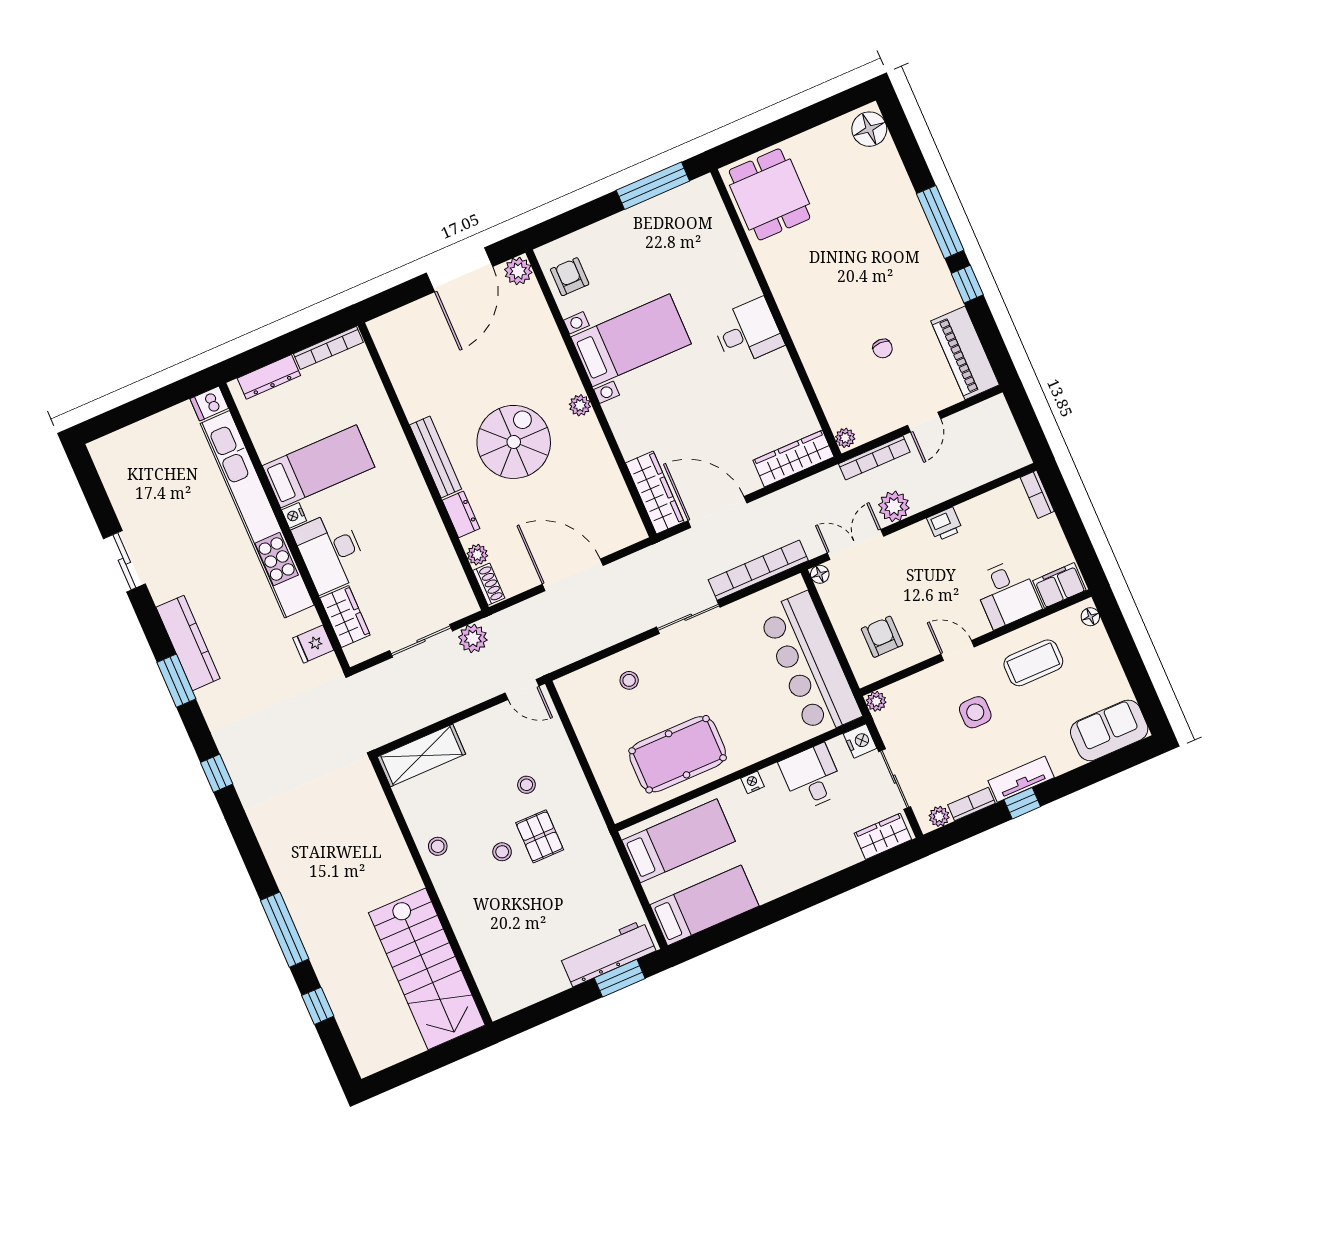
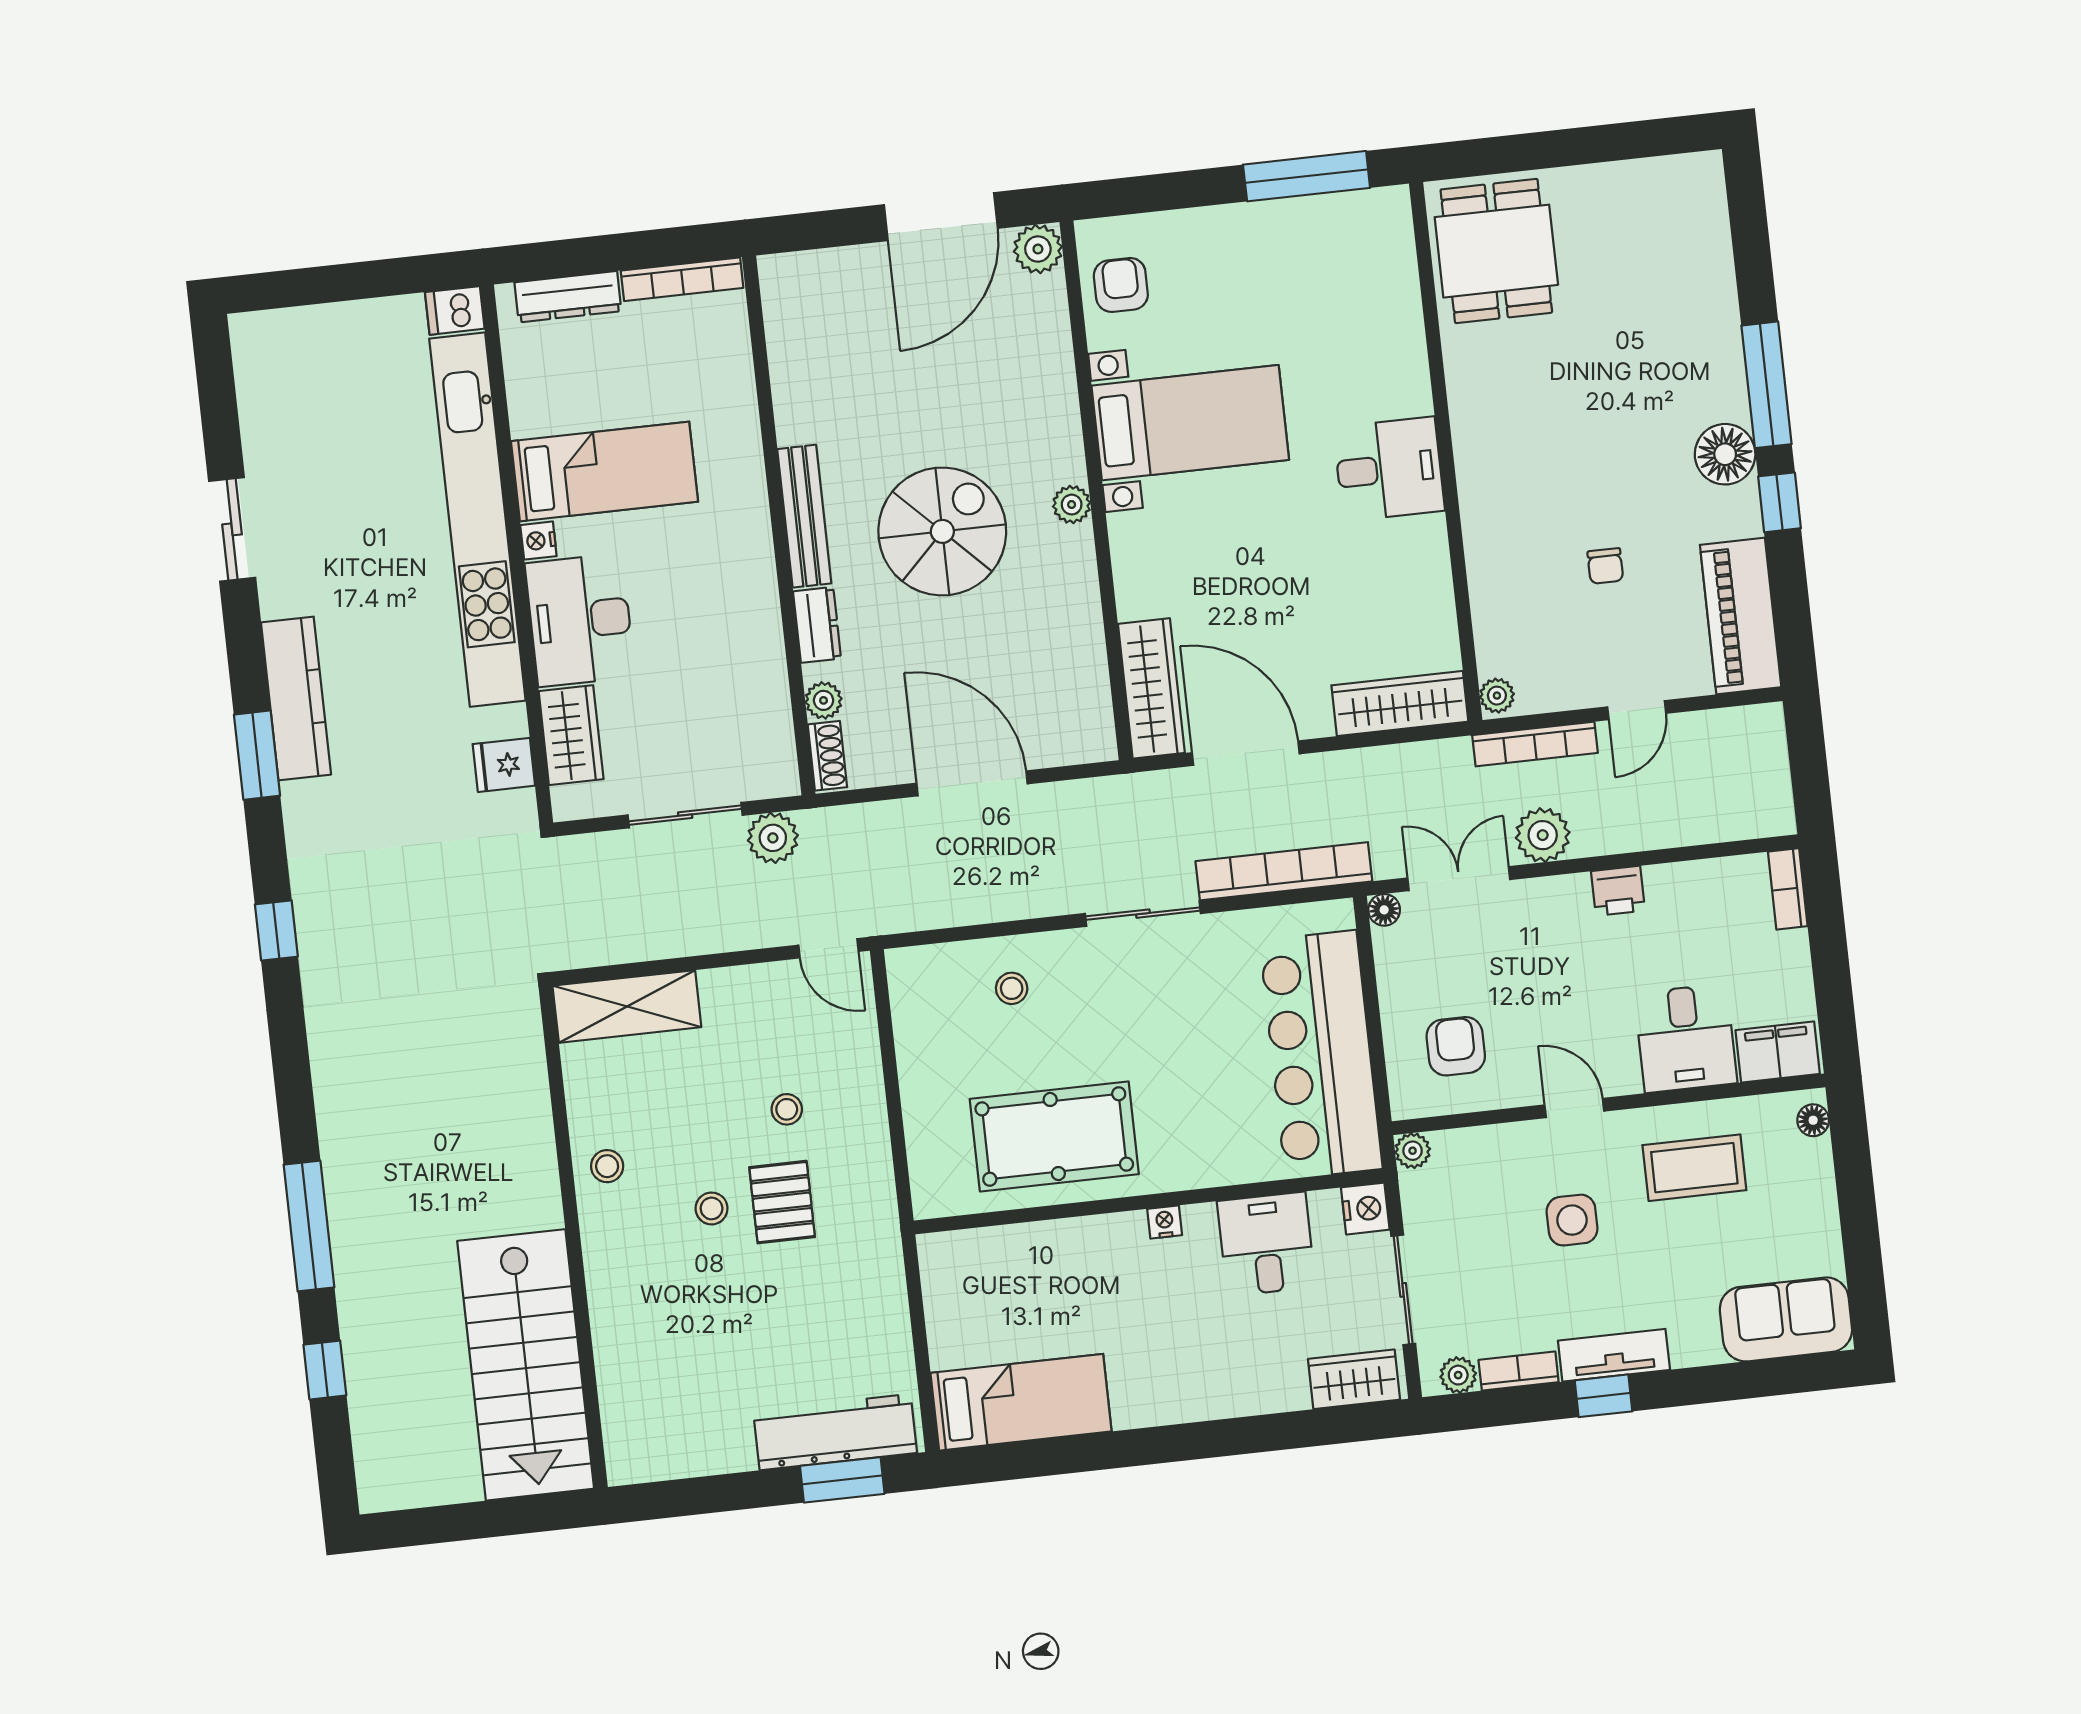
floor lamp: (869, 129) -> (1725, 454), moved
bed: (679, 841) -> (1011, 1281), removed

